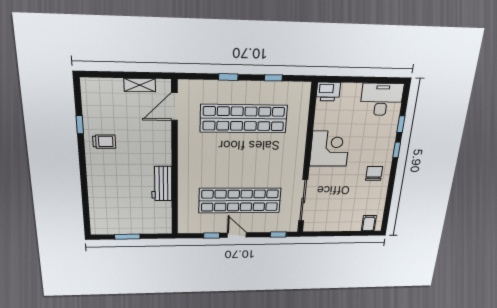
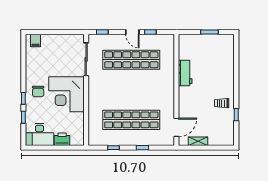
printer: (328, 92) -> (62, 139), moved
corner desk: (330, 149) -> (67, 94), width x1.36, depth x1.36
chair: (374, 173) -> (38, 91), moved

